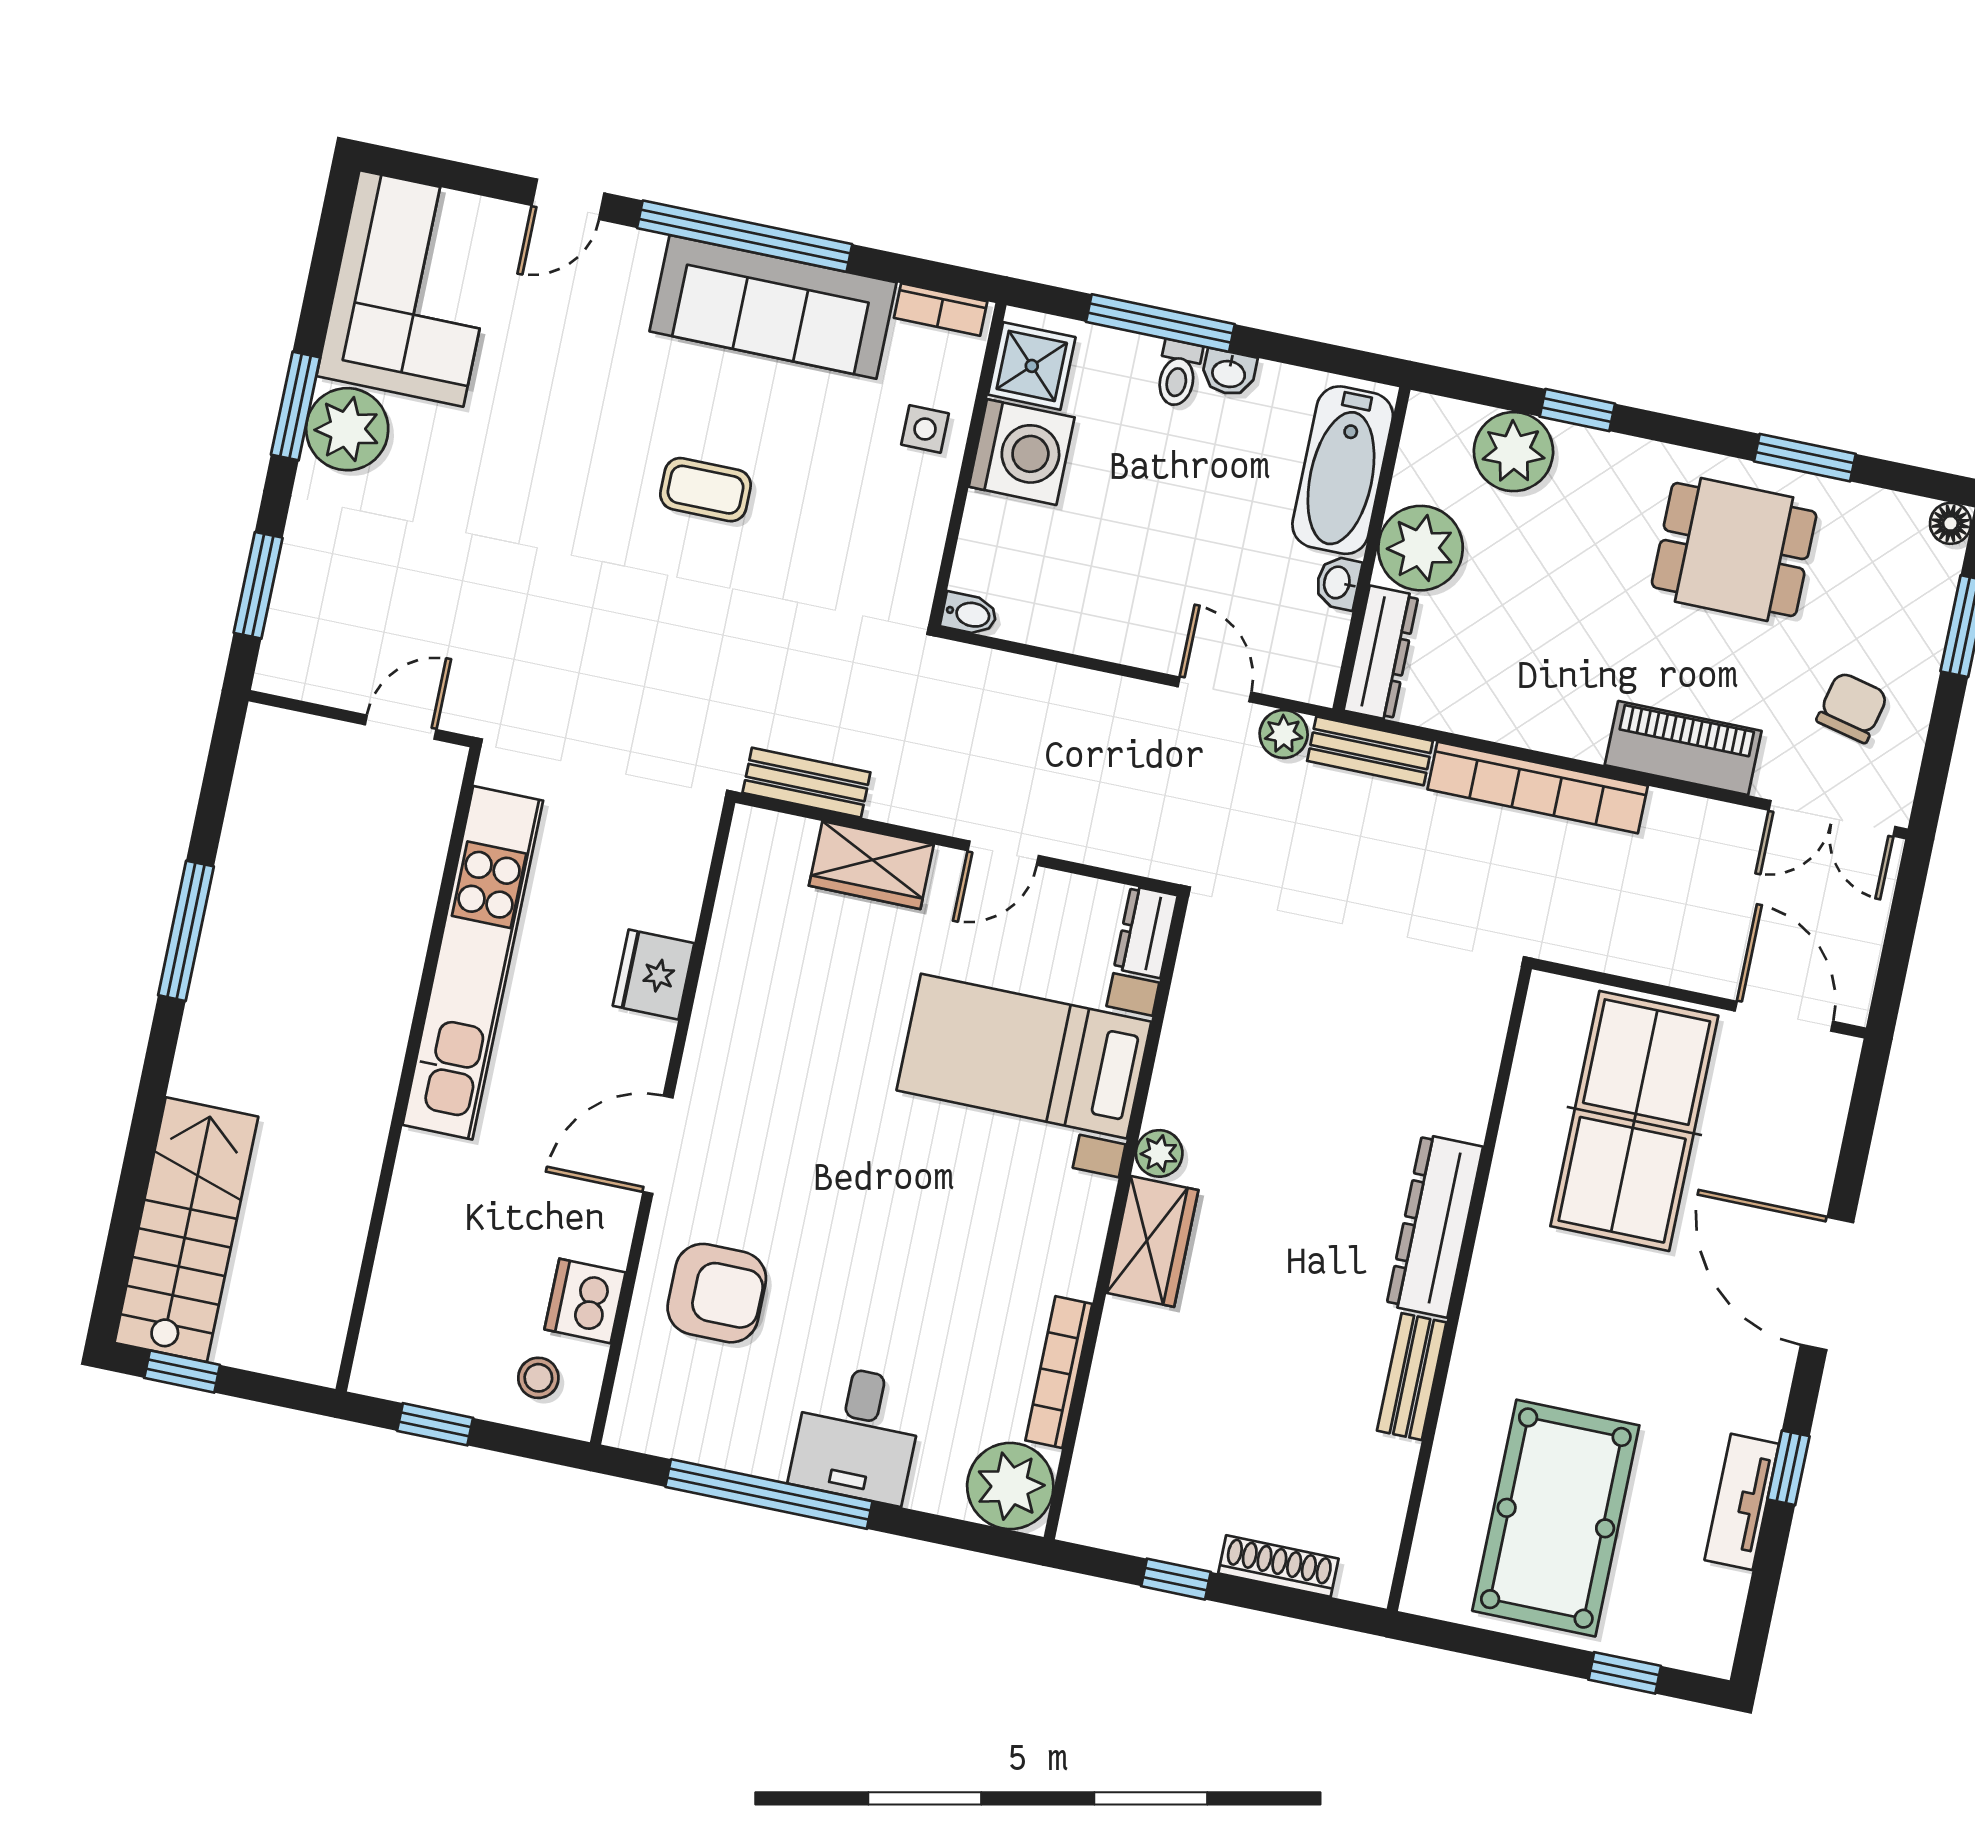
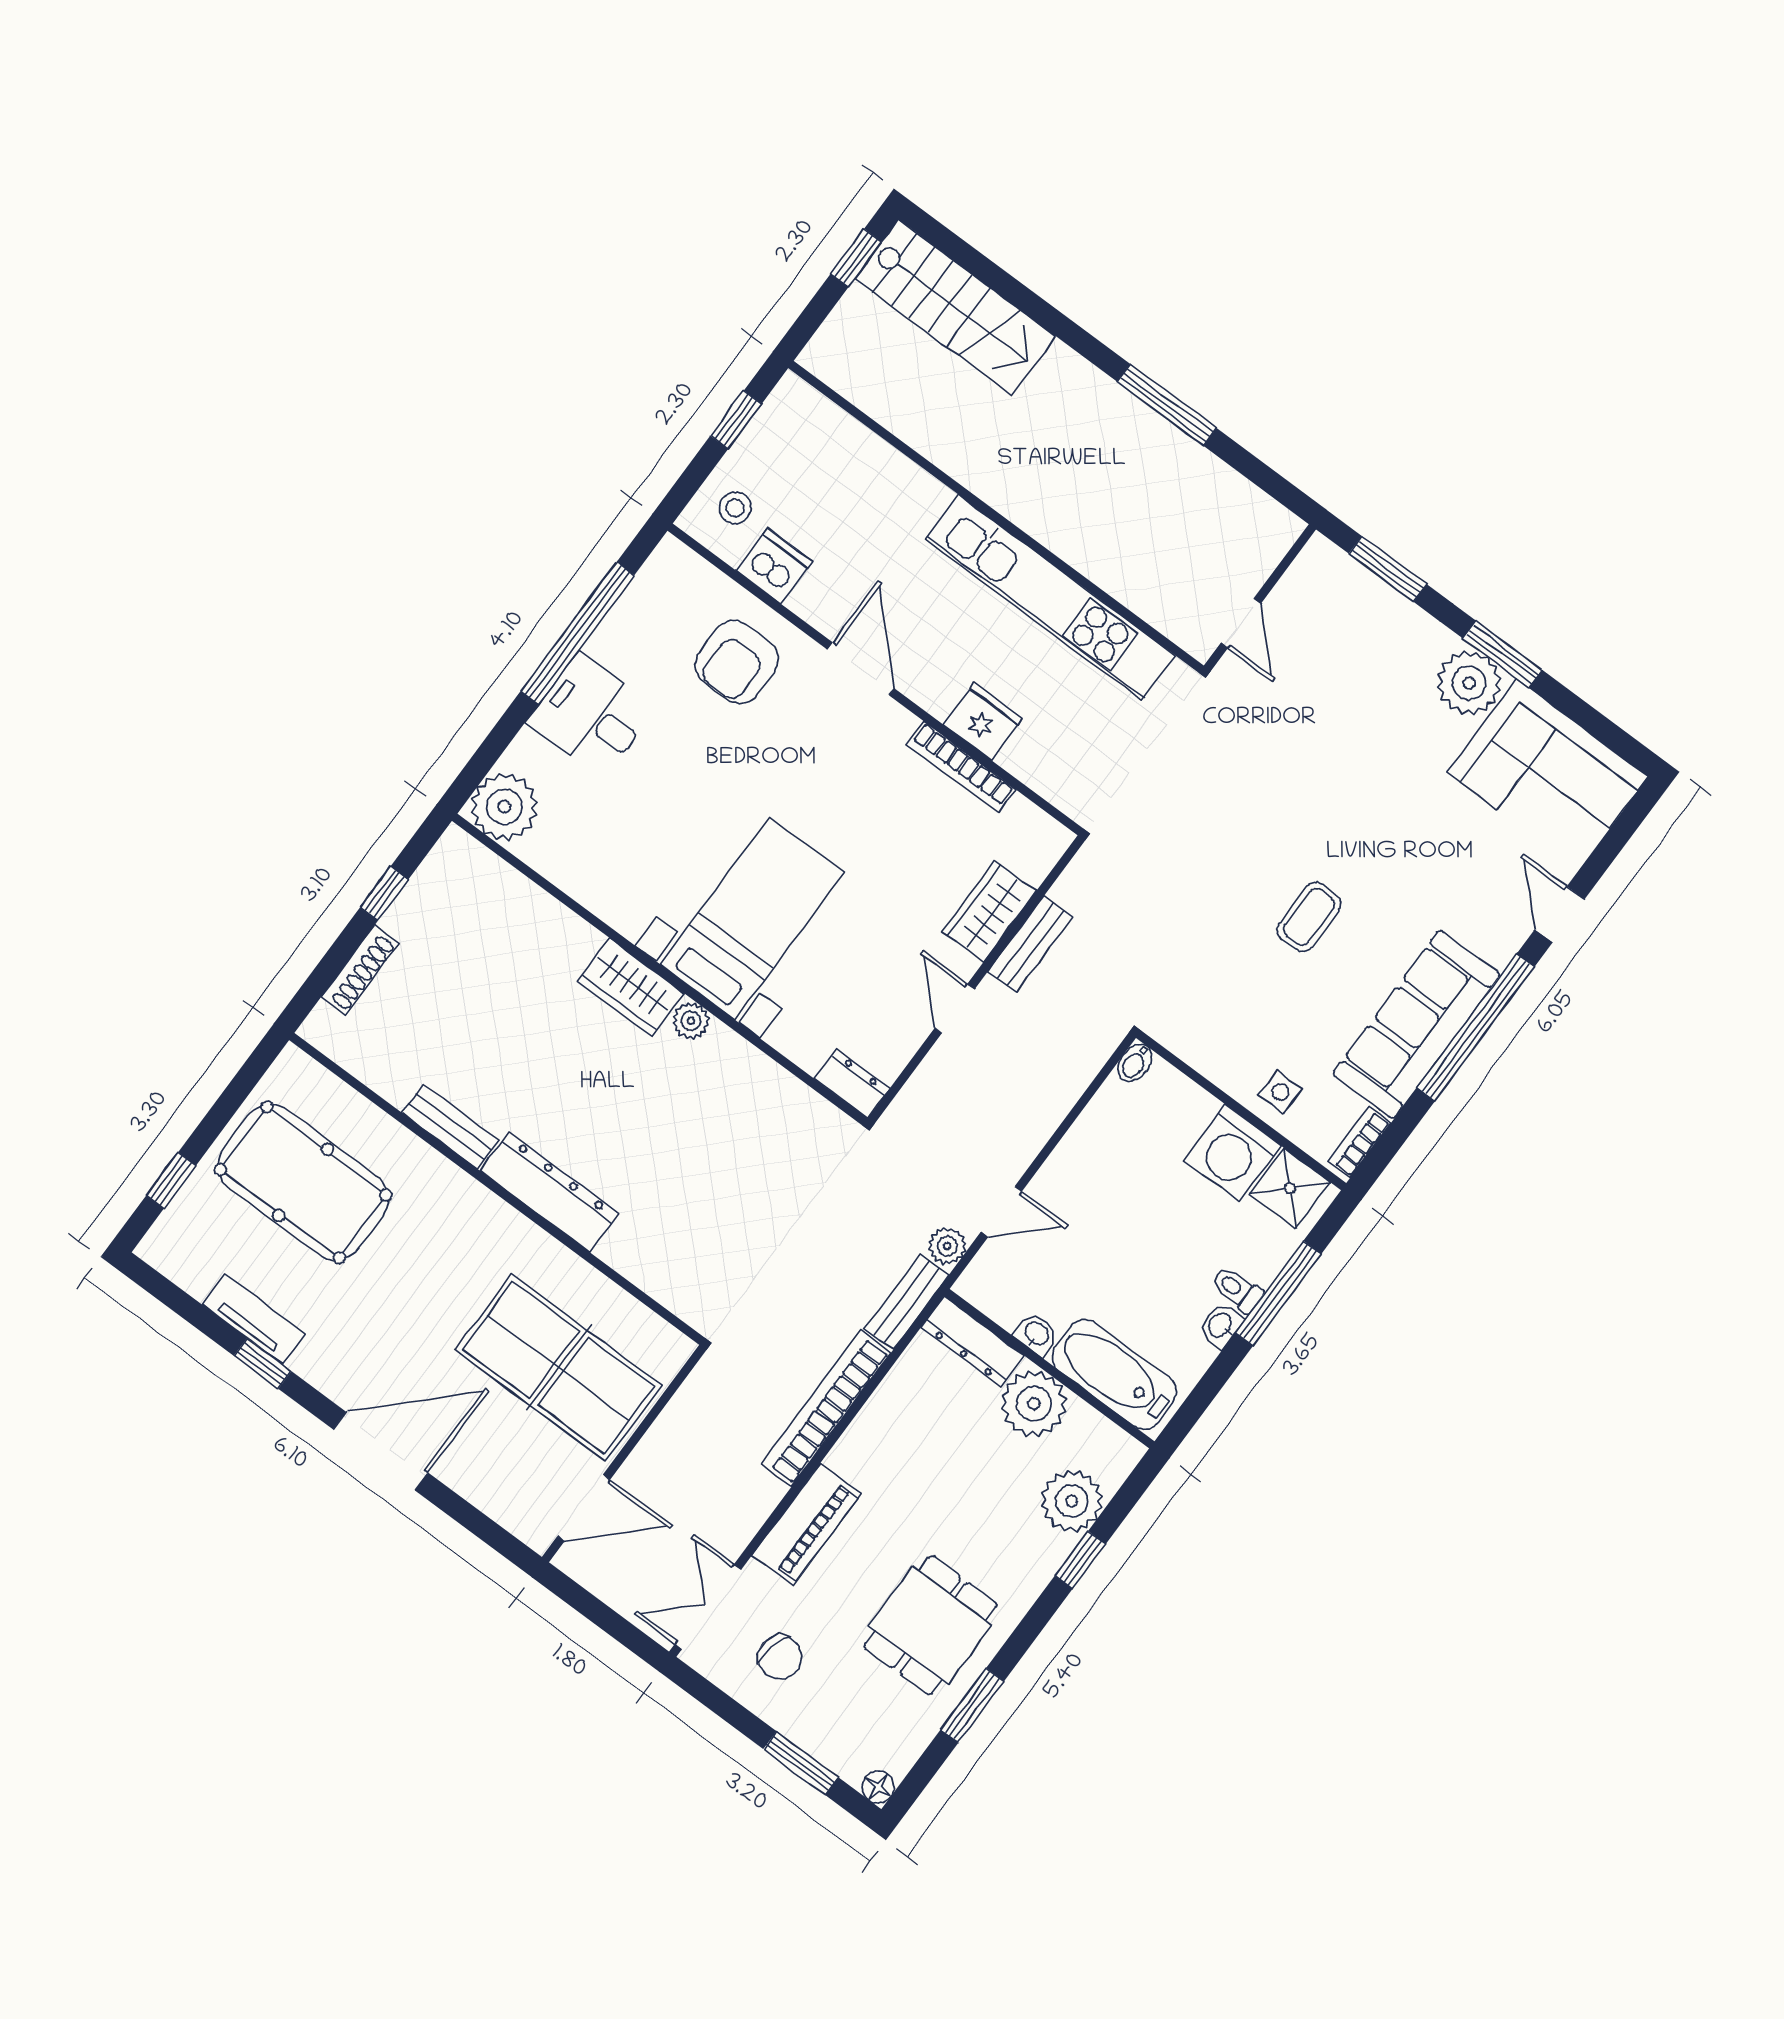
bench: (806, 783) -> (1030, 944), moved
bed with nightstands: (1024, 1056) -> (752, 918), moved
bookcase: (1059, 1372) -> (961, 767), moved, turned 180

